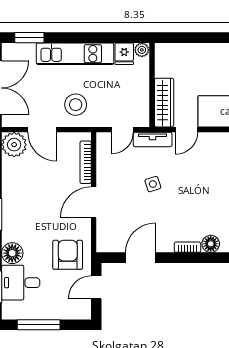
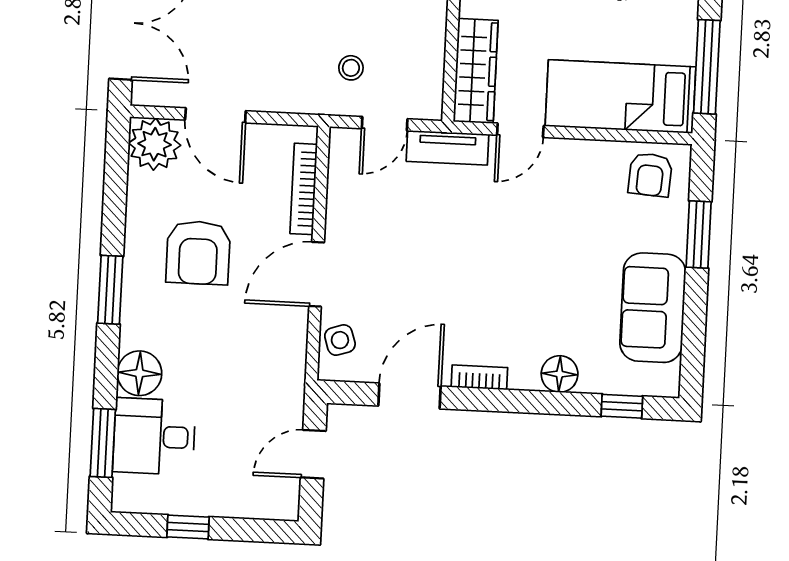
stool: (76, 105) -> (351, 68), moved, width x0.53, depth x0.53
side table: (153, 184) -> (340, 340), moved
bookcase: (188, 247) -> (479, 377), moved
armchair: (68, 255) -> (198, 253), moved, turned 180
window: (39, 325) -> (188, 527), width x0.46

